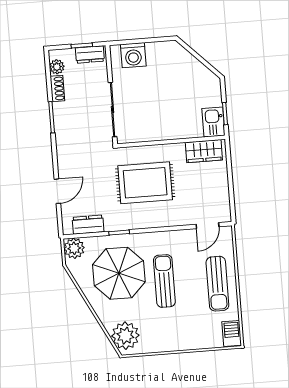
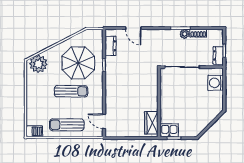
plant: (57, 67) -> (184, 34), moved
rug: (145, 183) -> (134, 84), removed
plant: (74, 248) -> (96, 36), removed

